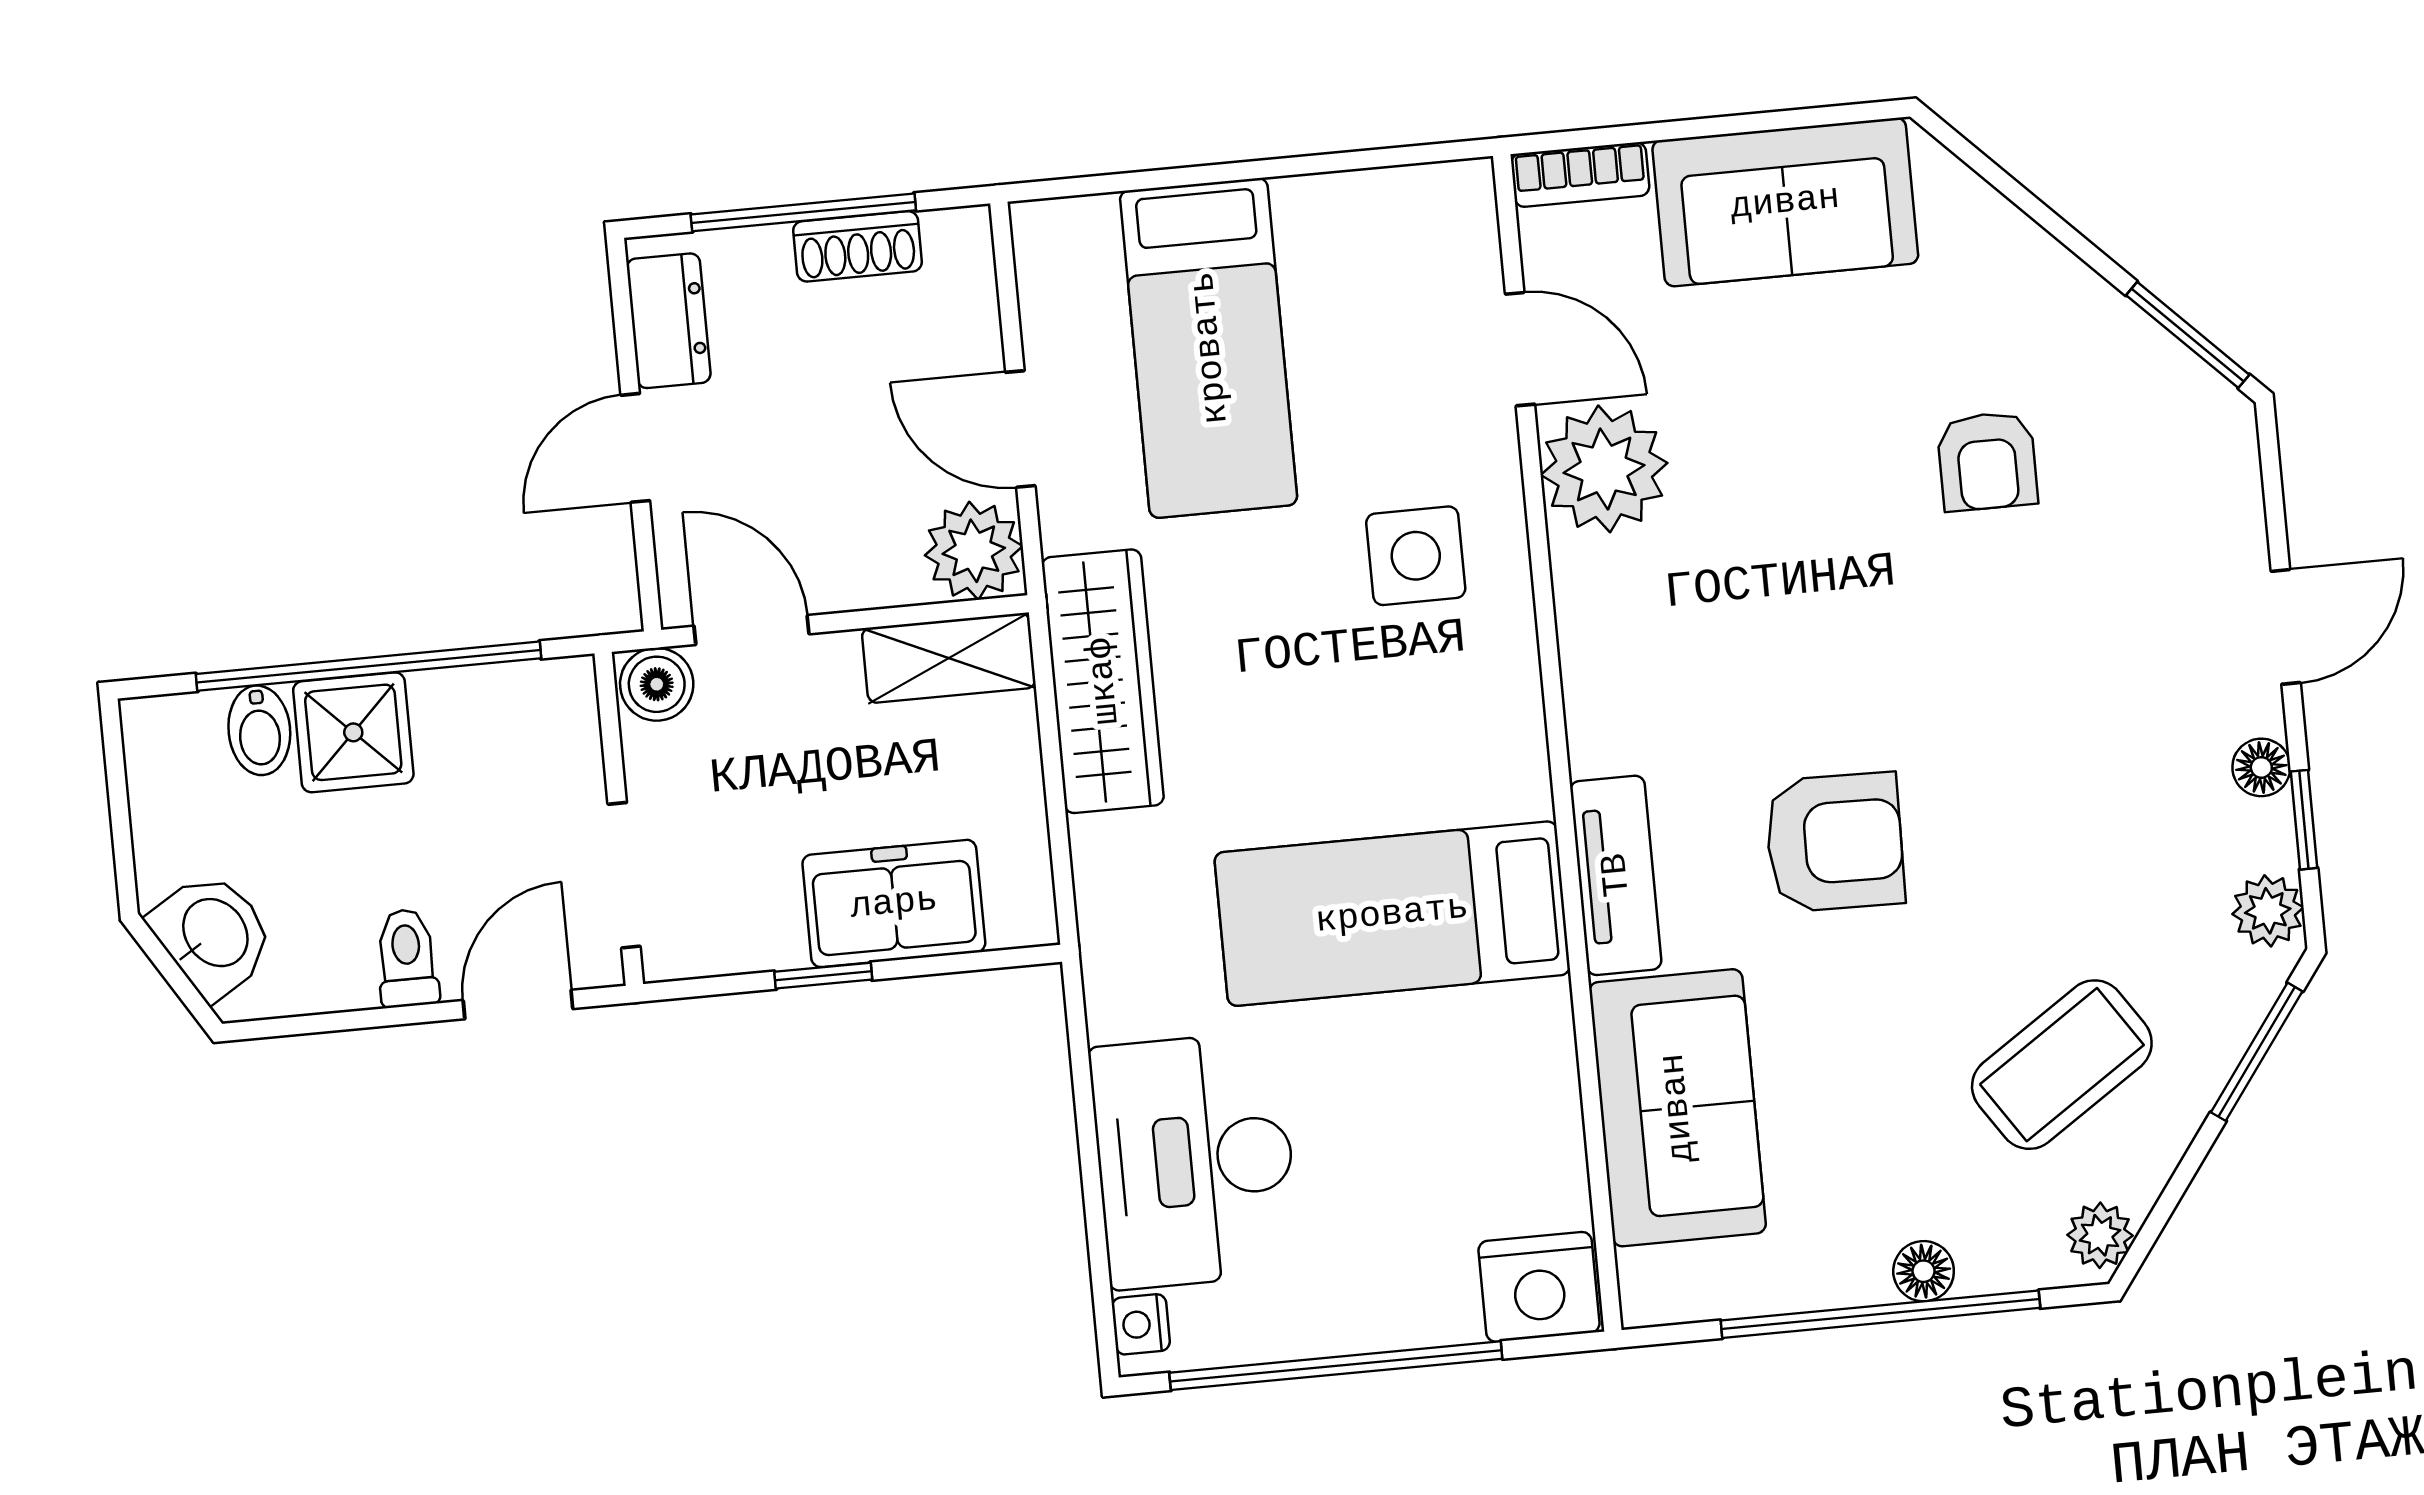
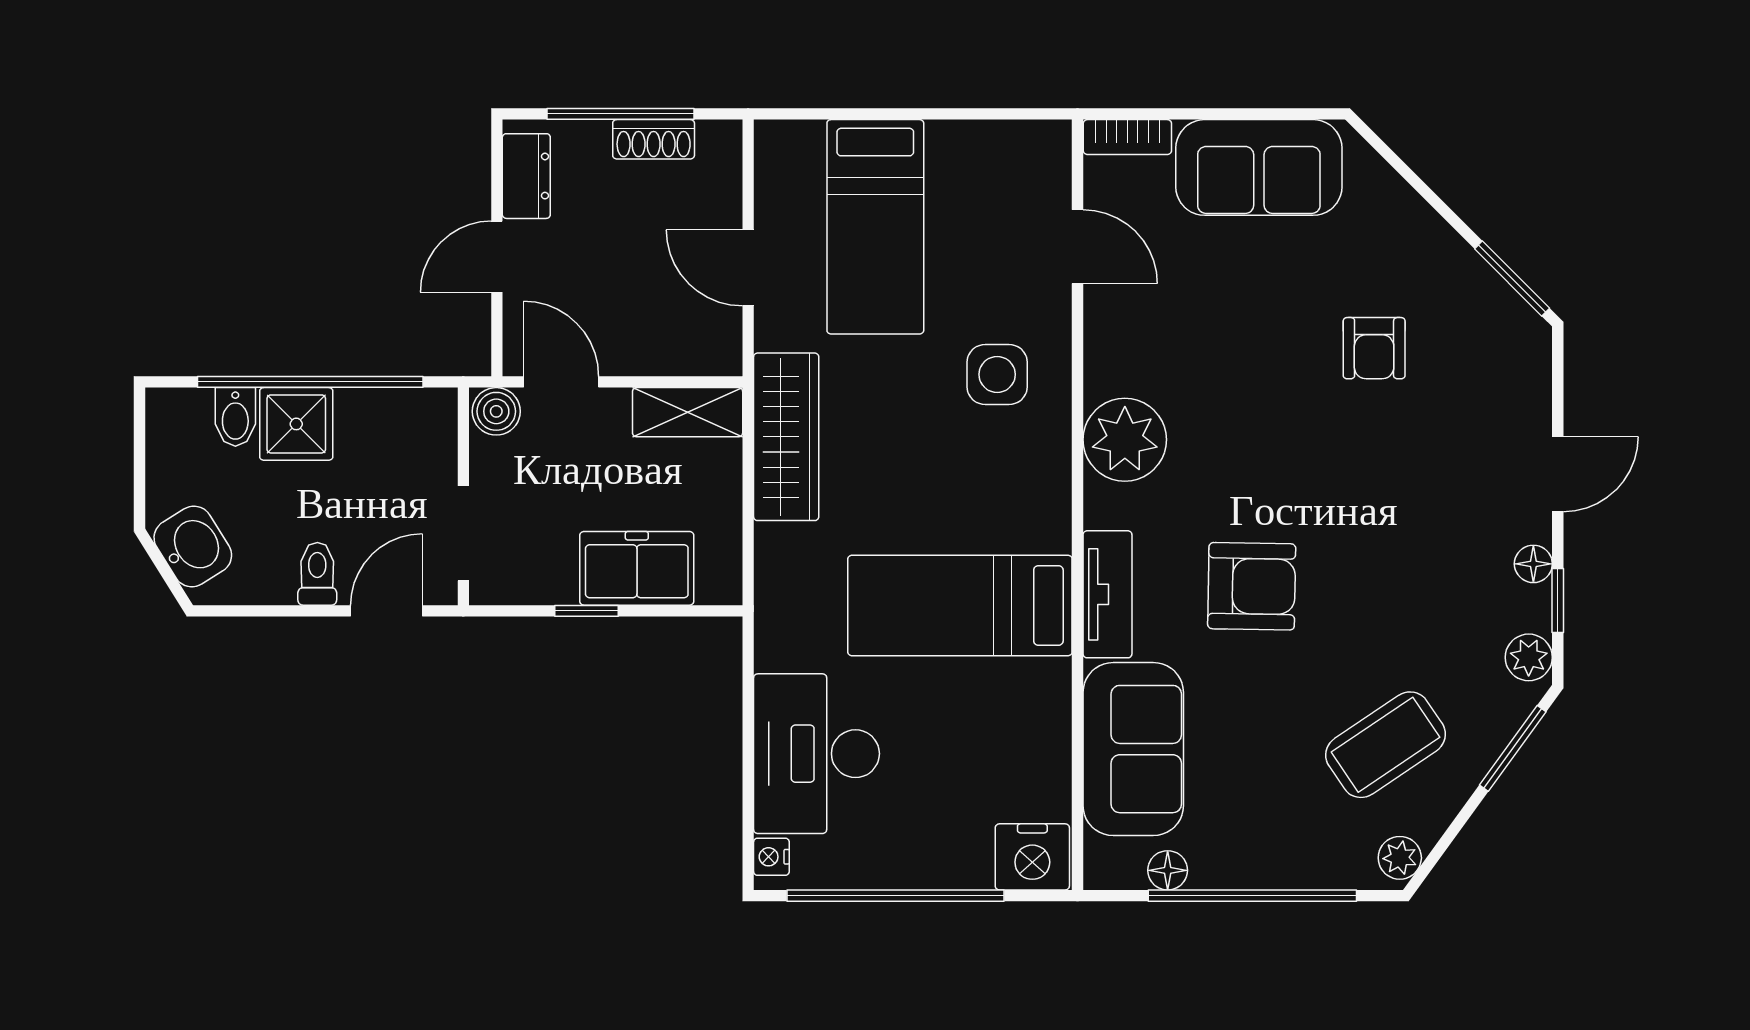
plant: (1604, 469) -> (1125, 440), moved
plant: (974, 551) -> (710, 344), removed
floor lamp: (1924, 1271) -> (1168, 870), moved

